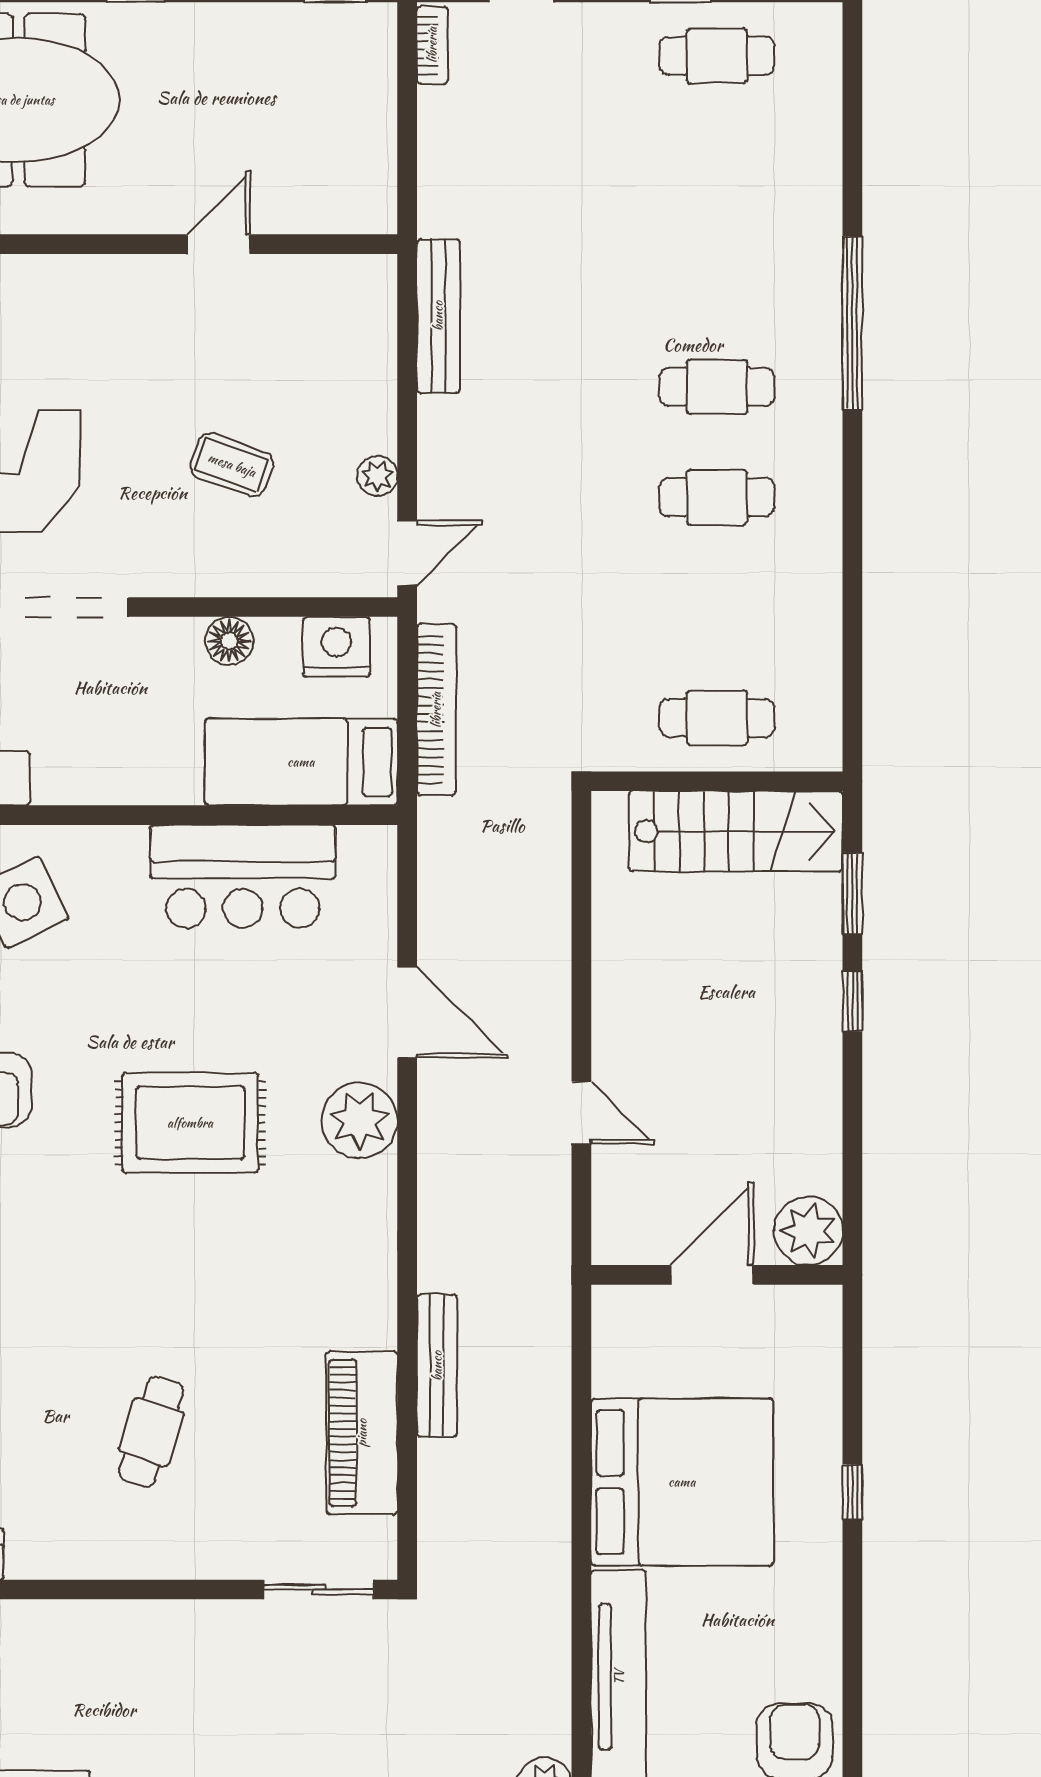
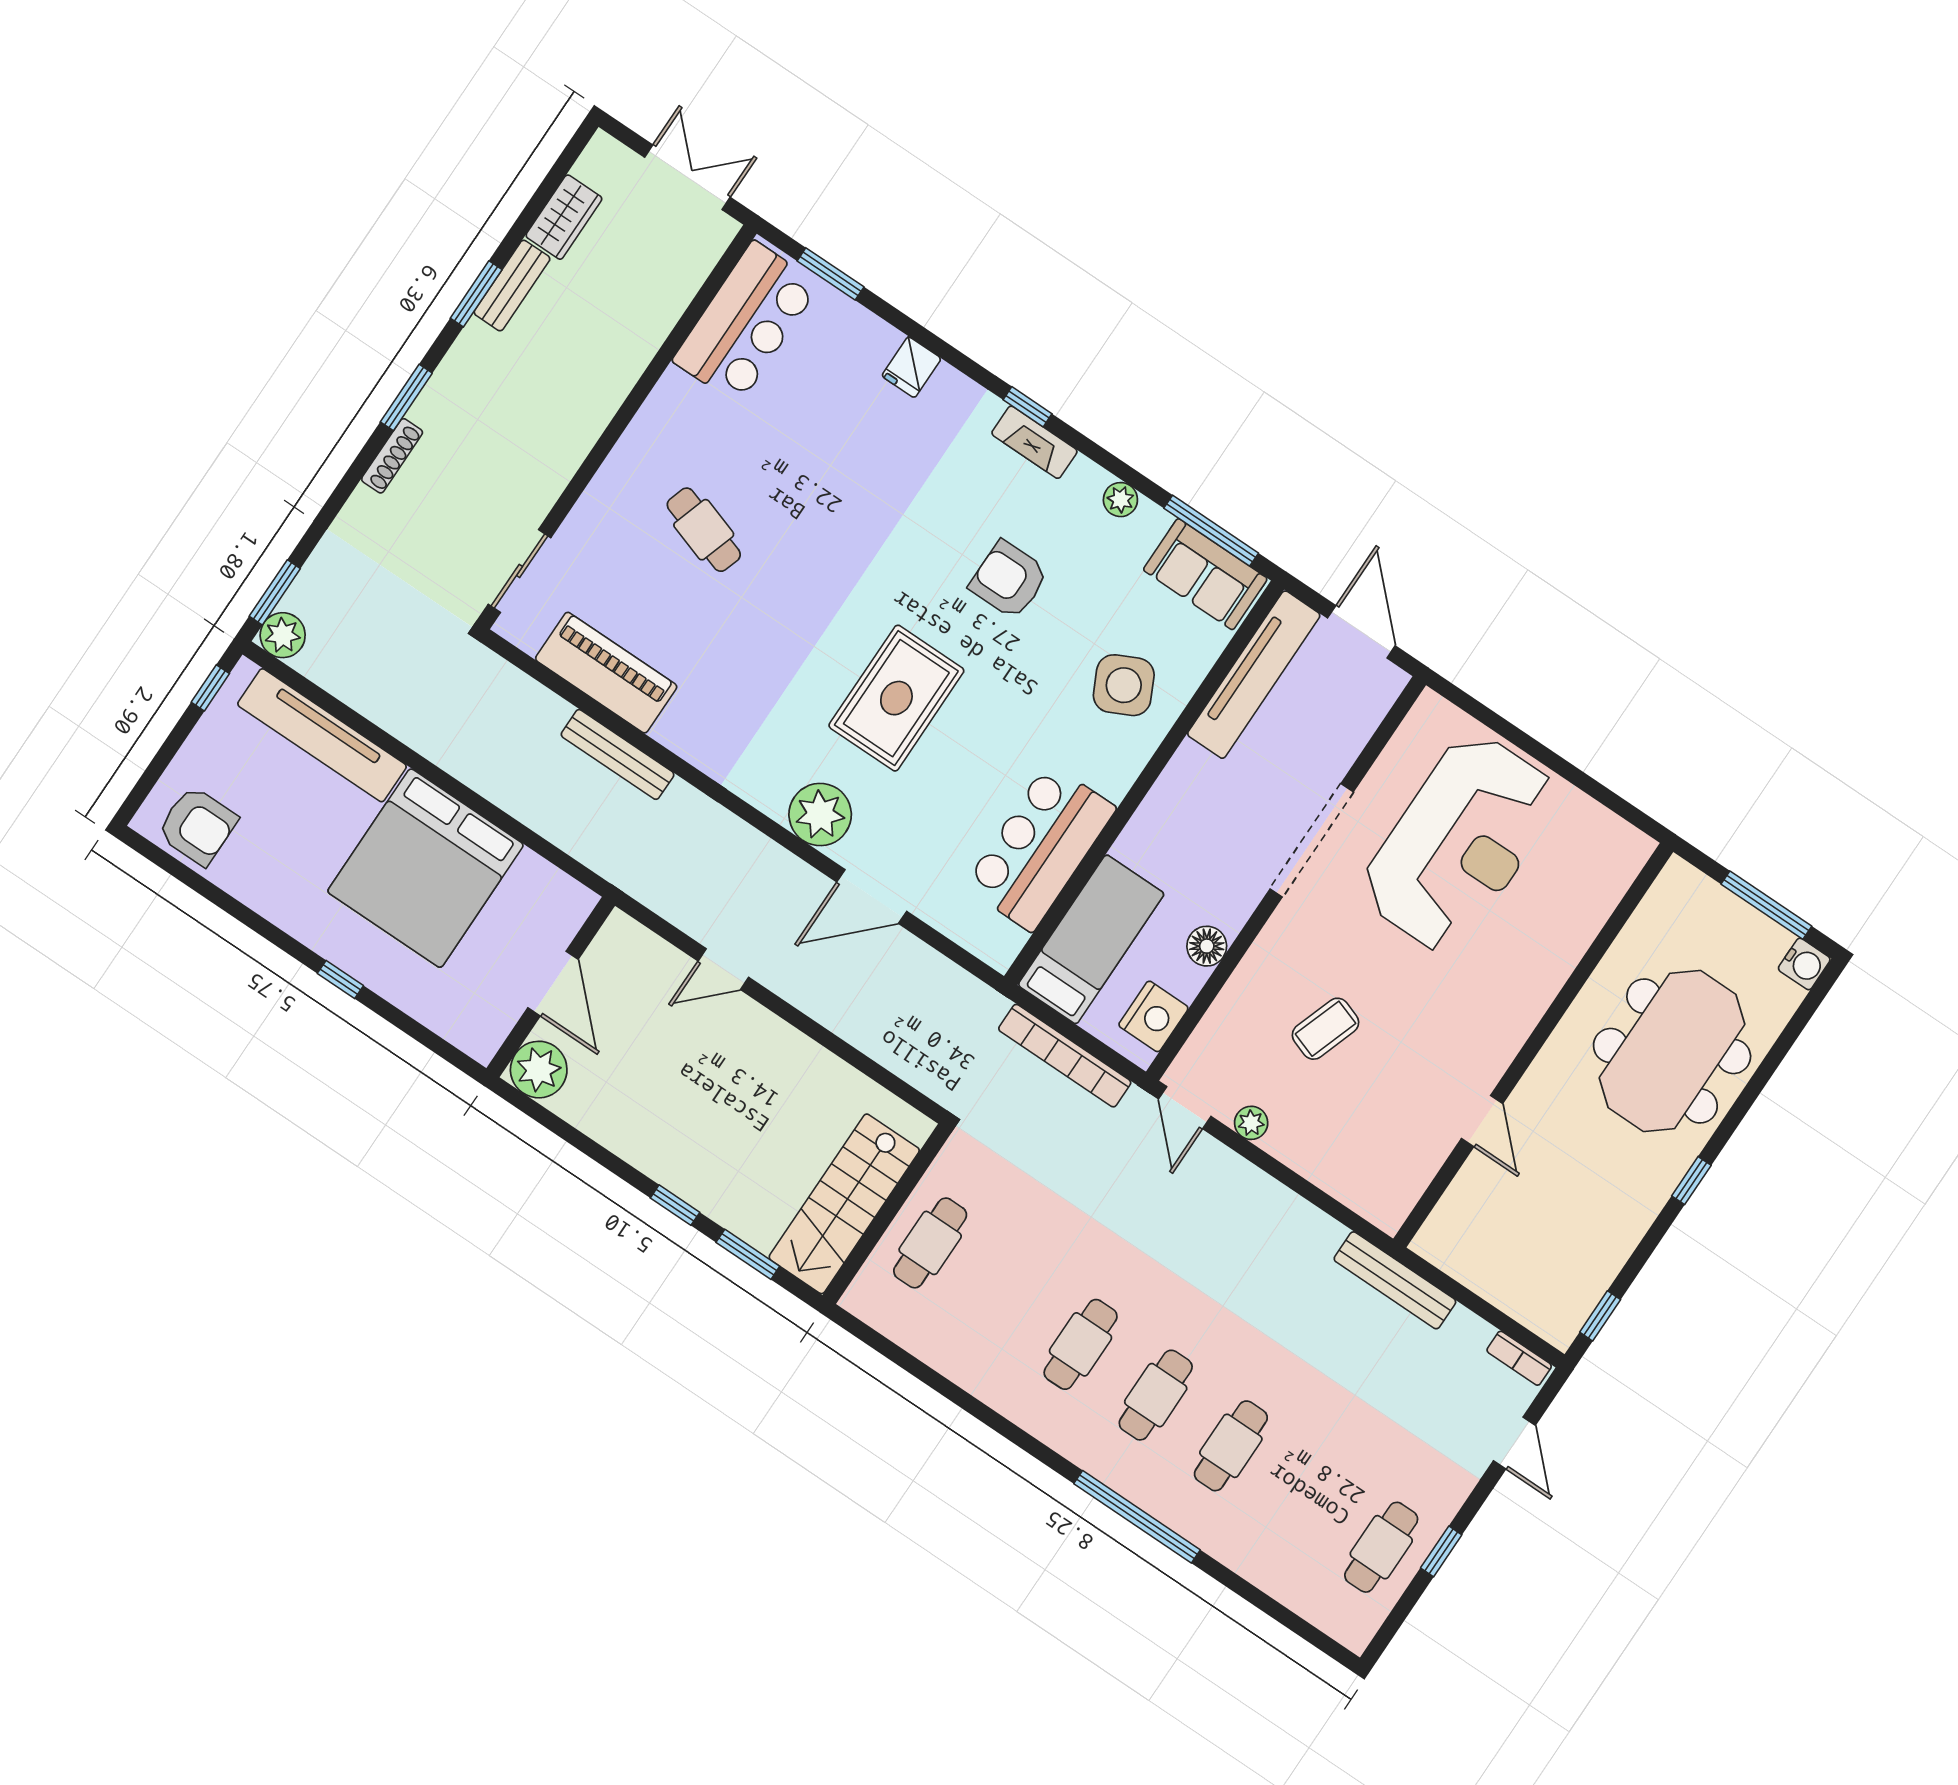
cafe table: (717, 277) -> (1231, 1446), added
bench: (438, 316) -> (1395, 1280), moved

